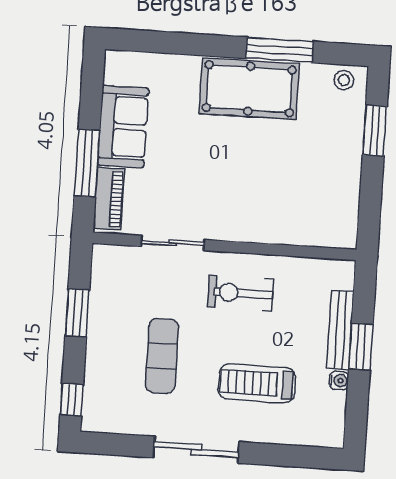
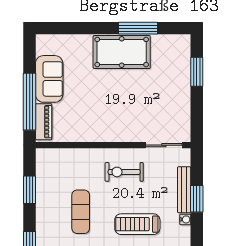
stool: (344, 80) -> (177, 43), removed
window: (87, 163) -> (30, 102), width x1.46
sliding door: (173, 243) -> (164, 145), moved

